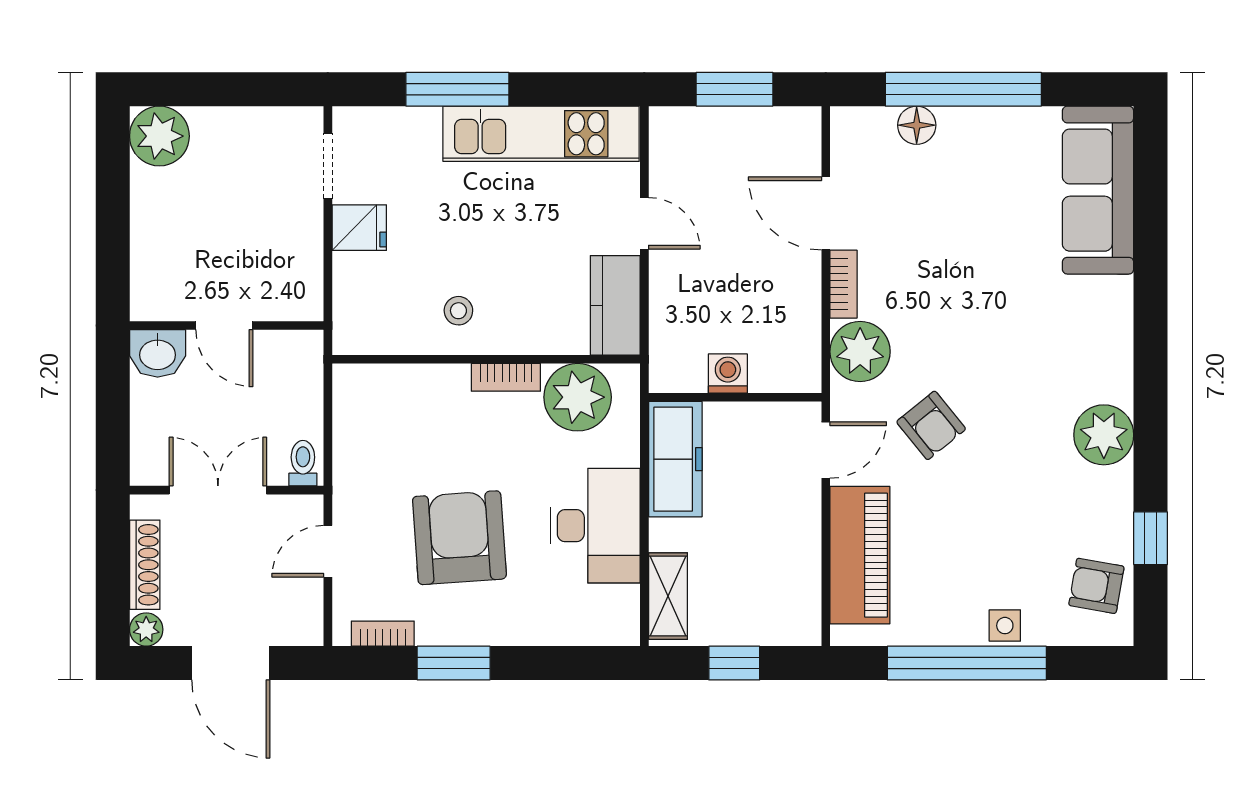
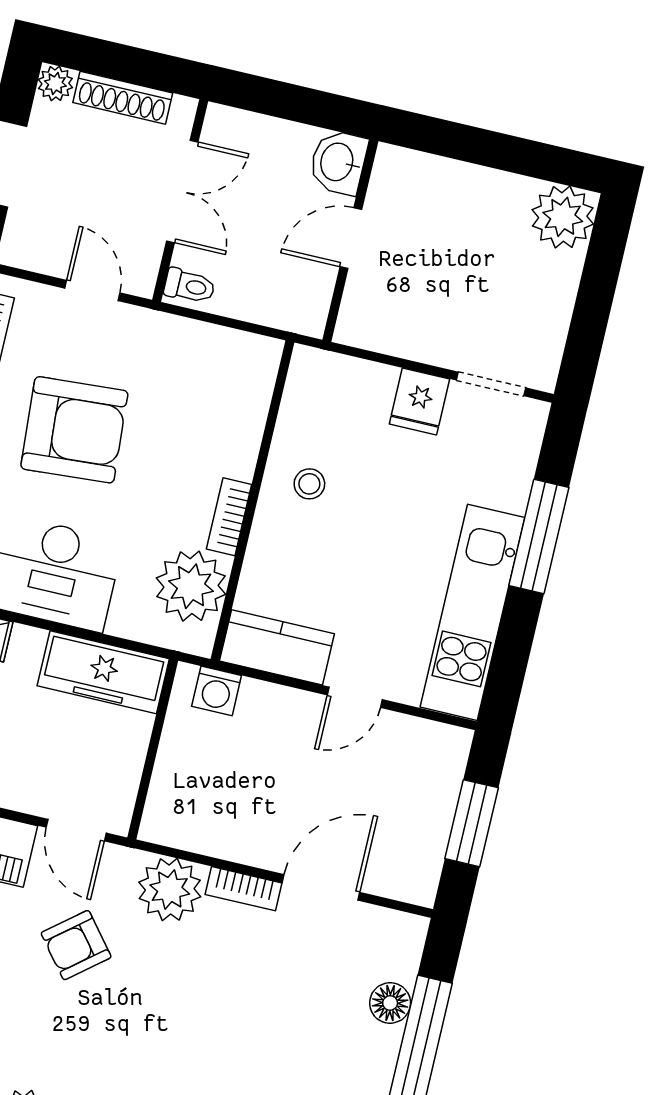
washing machine: (728, 374) -> (217, 691), moved, turned 90

